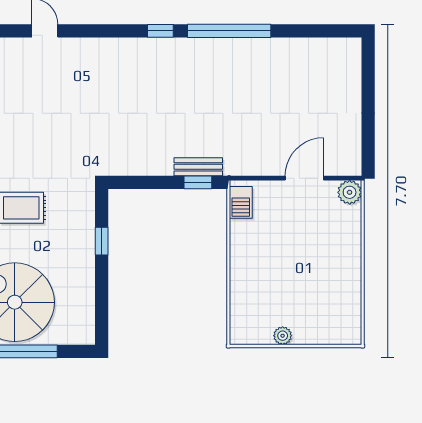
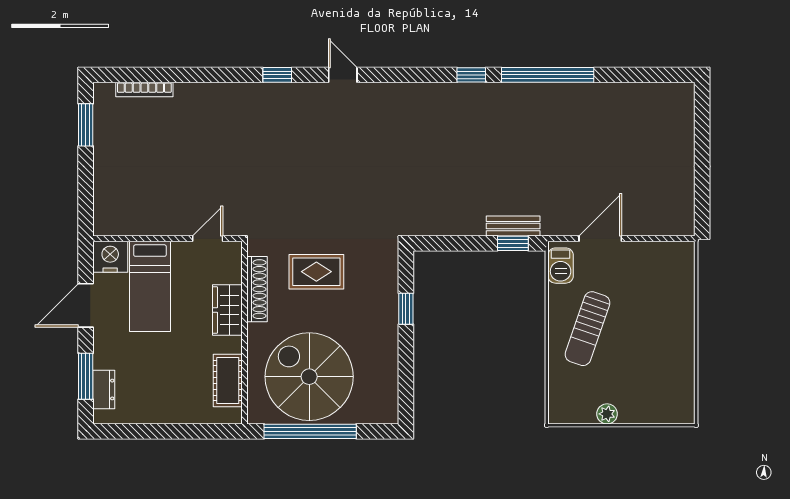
door: (304, 178) -> (600, 239), moved
plant: (350, 192) -> (681, 254), removed
sun lounger: (265, 259) -> (588, 329), added

